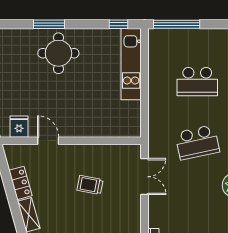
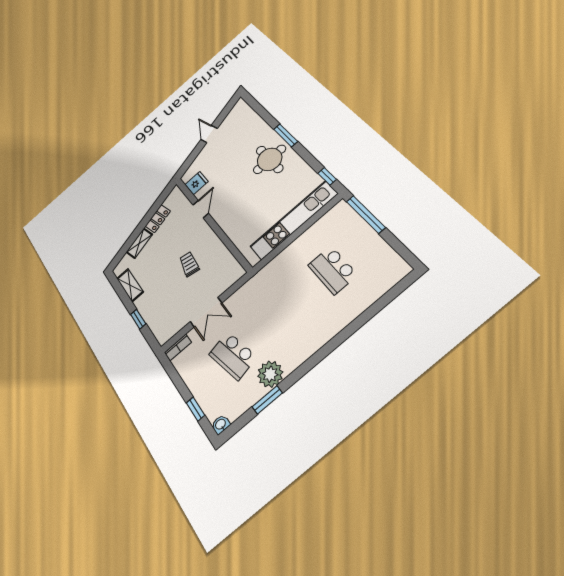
kitchen unit: (131, 64) -> (294, 220), width x1.36
school desk: (197, 142) -> (233, 356), moved
double door: (144, 177) -> (206, 312), moved

